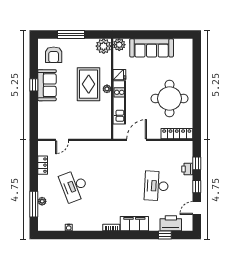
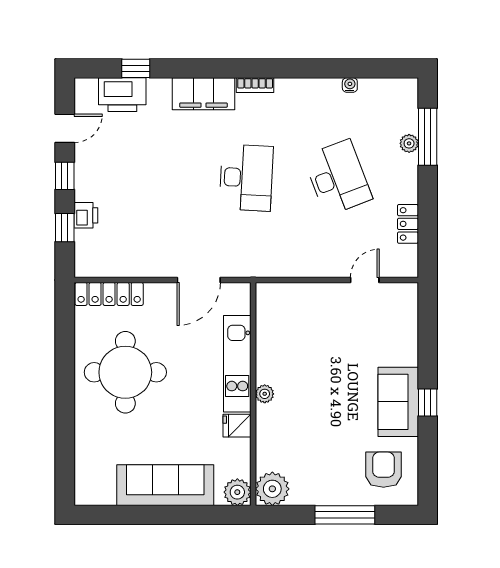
rug: (89, 84) -> (306, 404), removed
desk: (156, 186) -> (246, 178), moved

